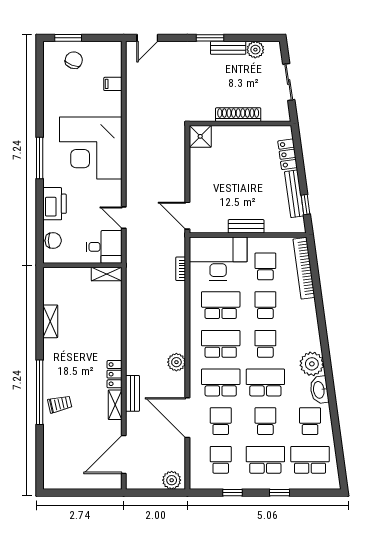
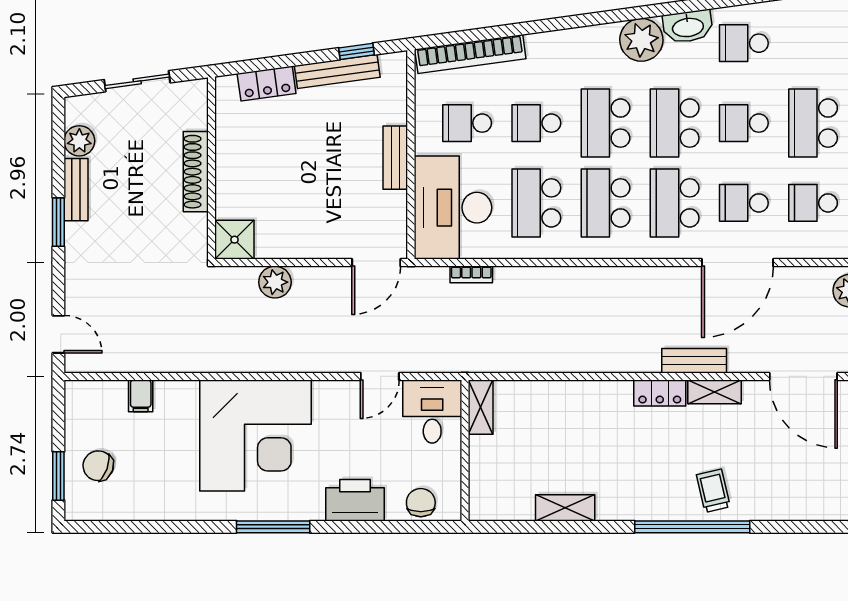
school desk: (265, 344) -> (605, 123), width x1.85
plant: (176, 362) -> (275, 282), moved
school desk: (310, 460) -> (813, 43), removed

